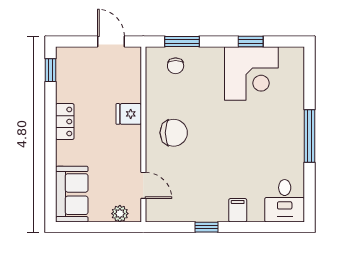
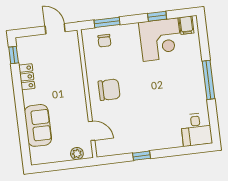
fridge: (129, 114) -> (75, 80), removed
locker: (65, 122) -> (27, 77), moved
sofa: (72, 194) -> (38, 125), moved
filing cabinet: (238, 210) -> (186, 25), moved, turned 180

